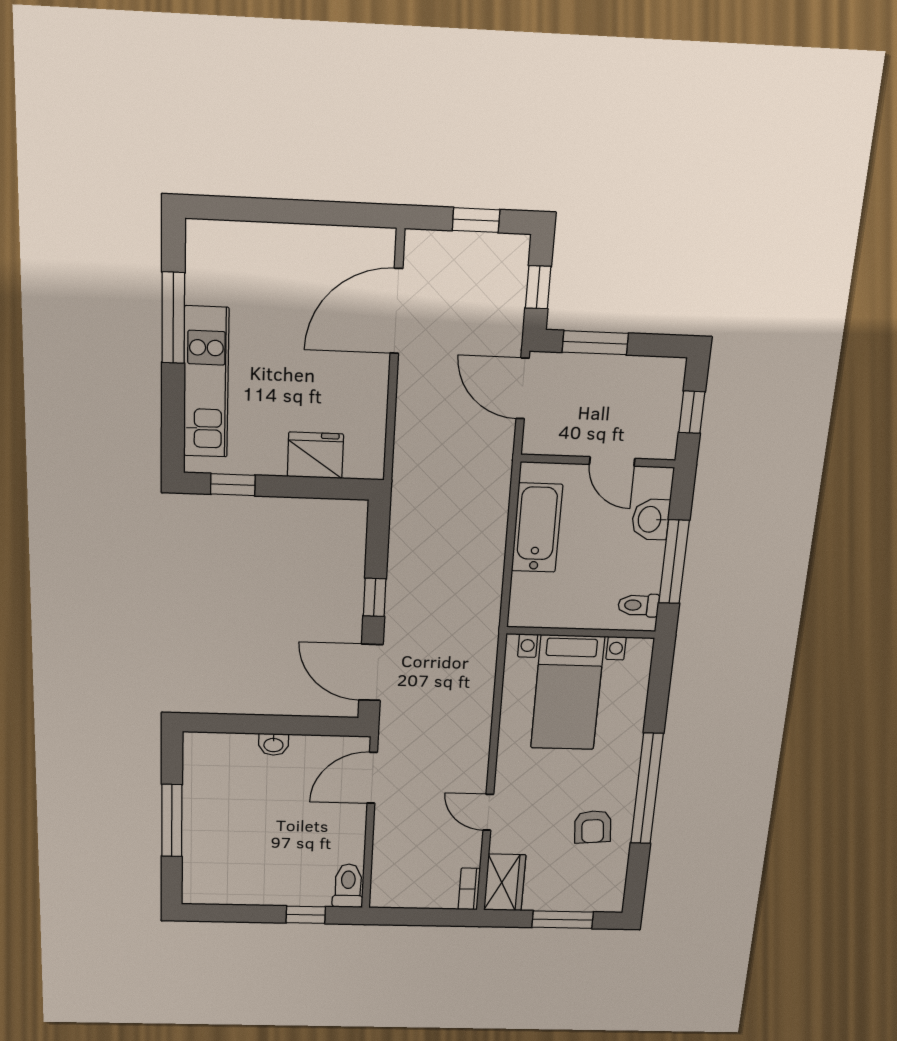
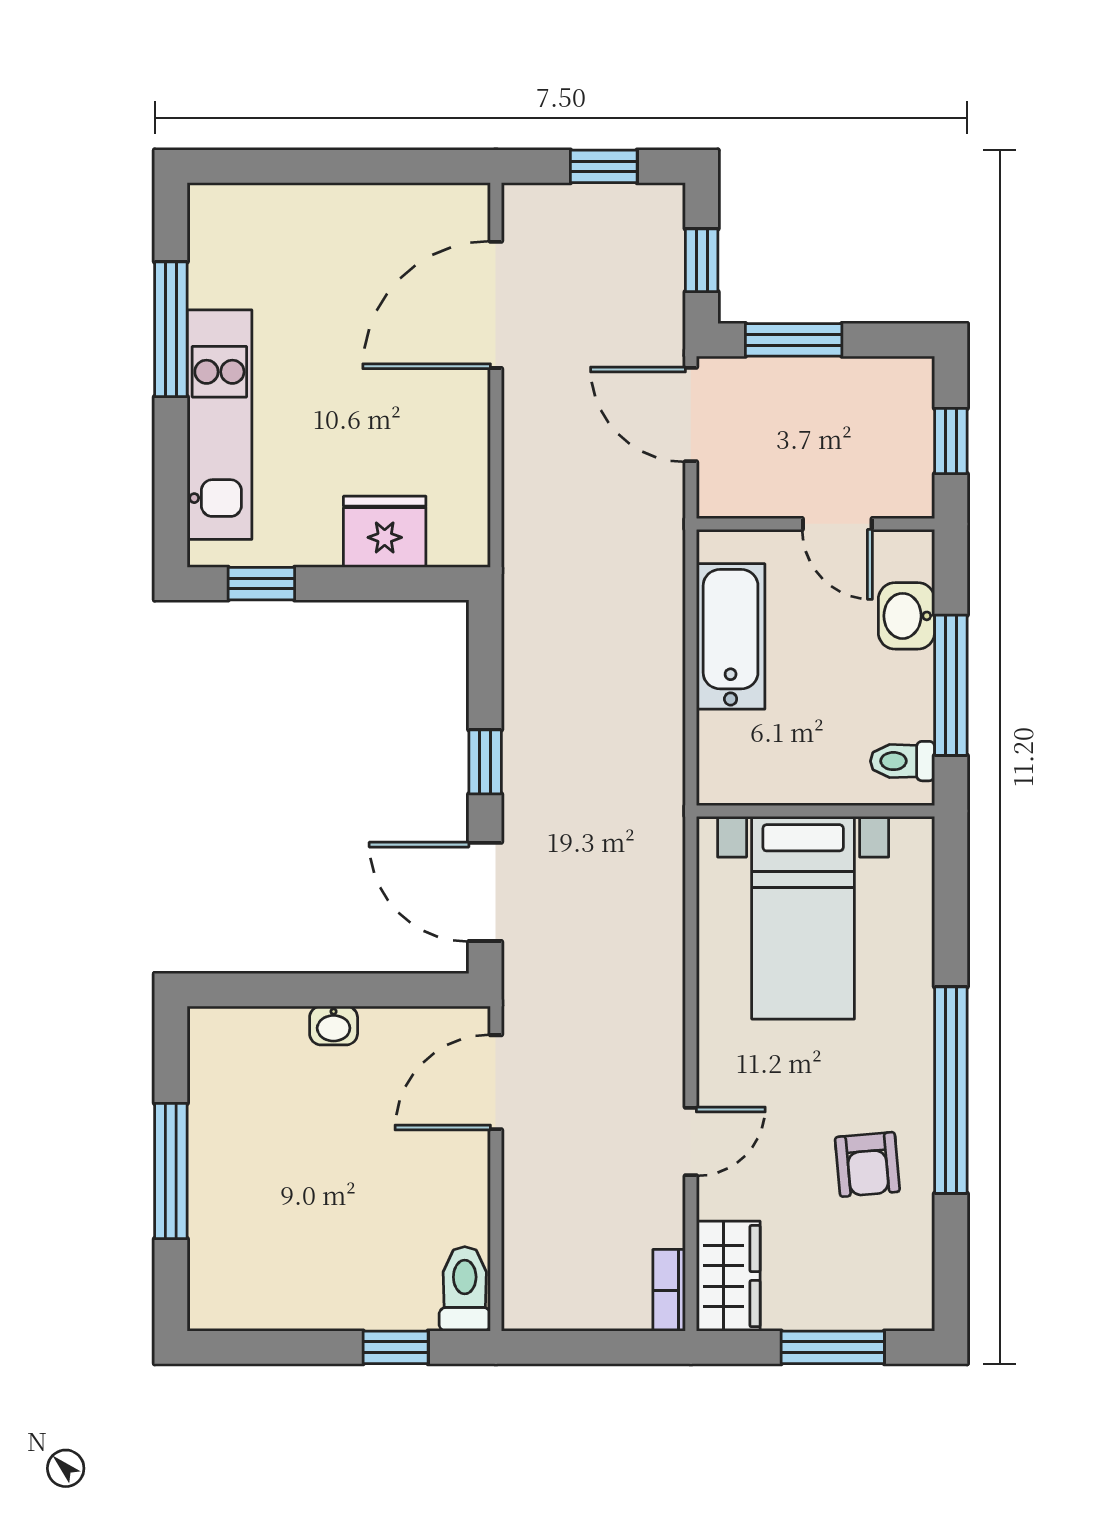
door: (488, 812) -> (691, 1141), swing flipped

